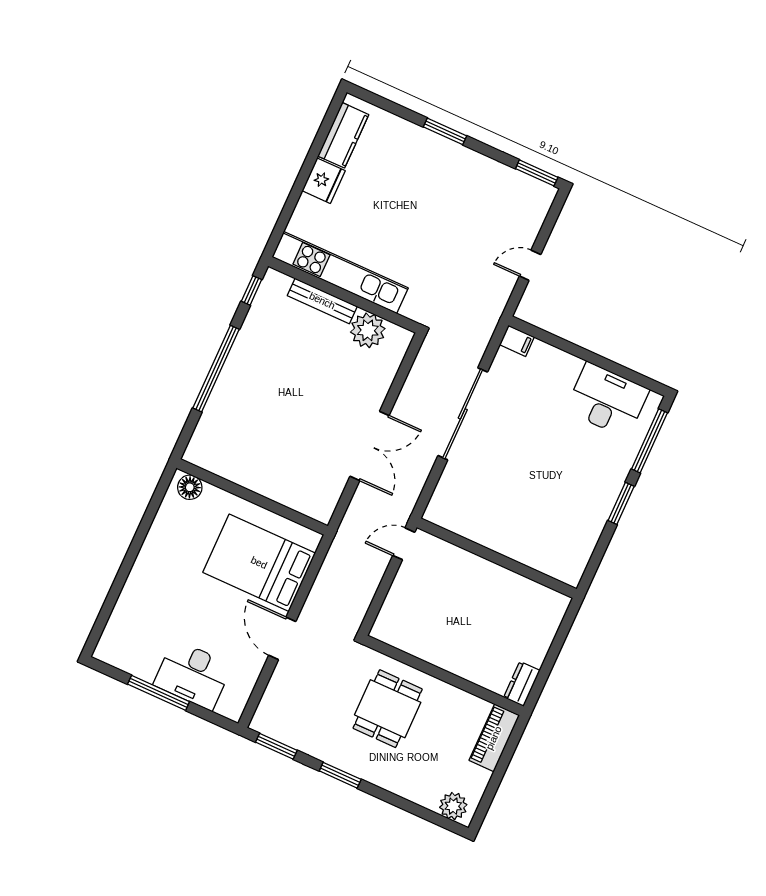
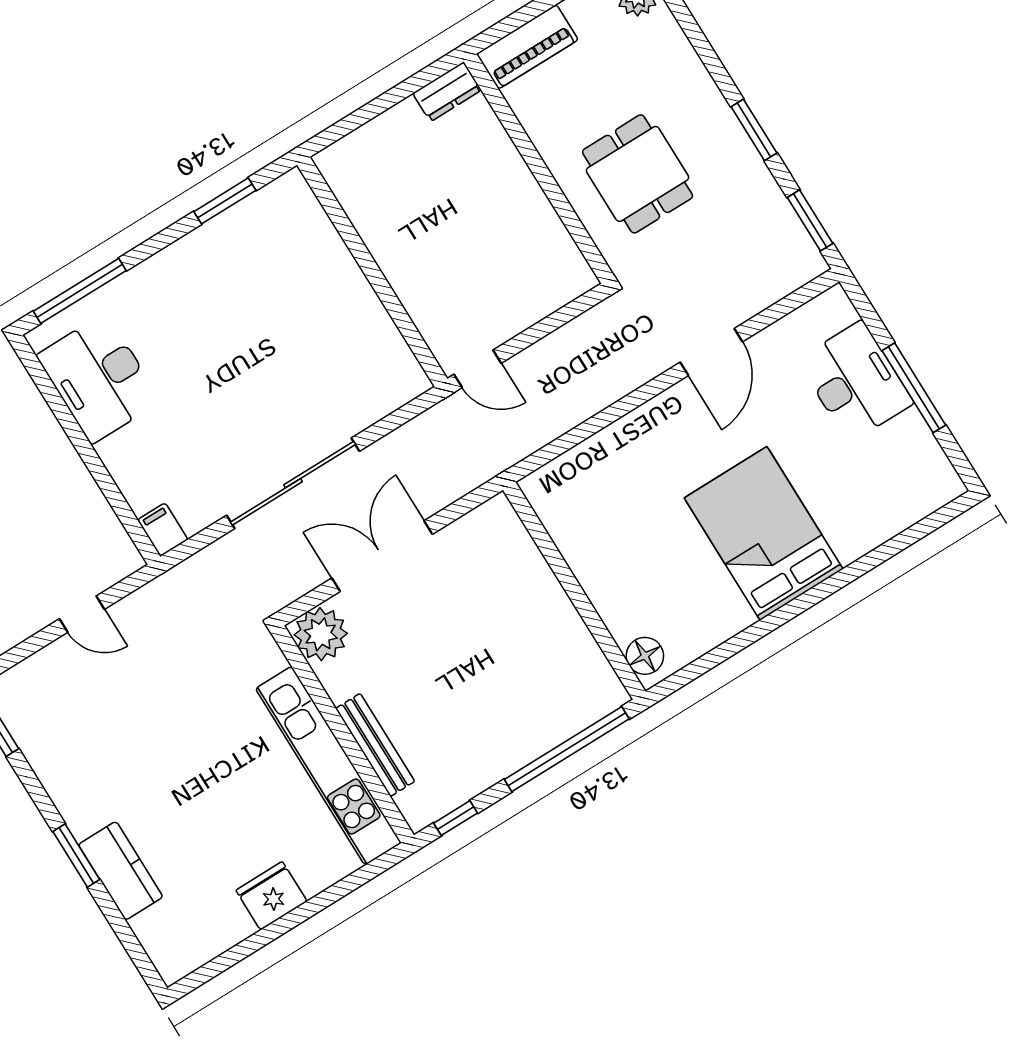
kitchen counter: (343, 135) -> (121, 871), moved, turned 90
plant: (368, 330) -> (321, 634), moved
double door: (370, 446) -> (382, 556), moved
floor lamp: (190, 487) -> (645, 656), moved
wall: (252, 497) -> (574, 591), moved
window: (621, 503) -> (225, 201), moved
bed: (259, 563) -> (764, 534), moved, turned 180
dining table: (388, 709) -> (638, 174), turned 90

